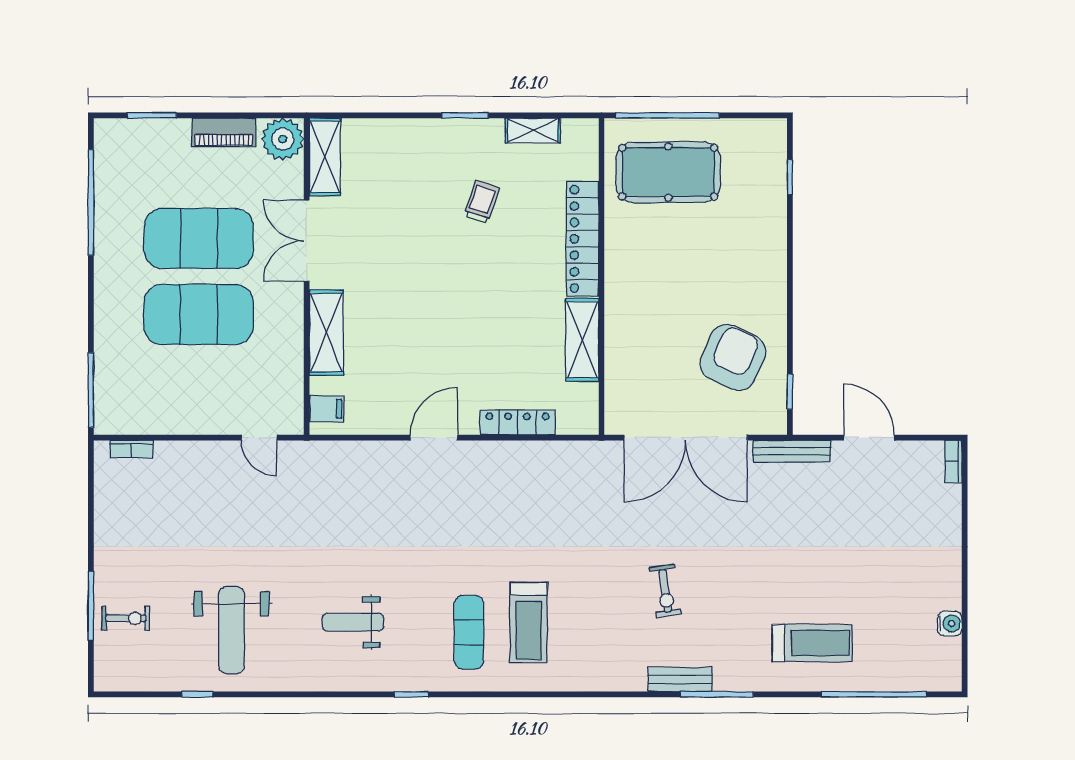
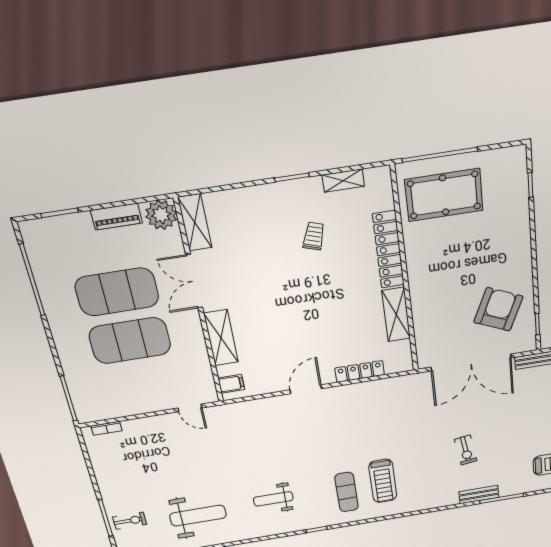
weight bench: (232, 630) -> (198, 516), turned -90

